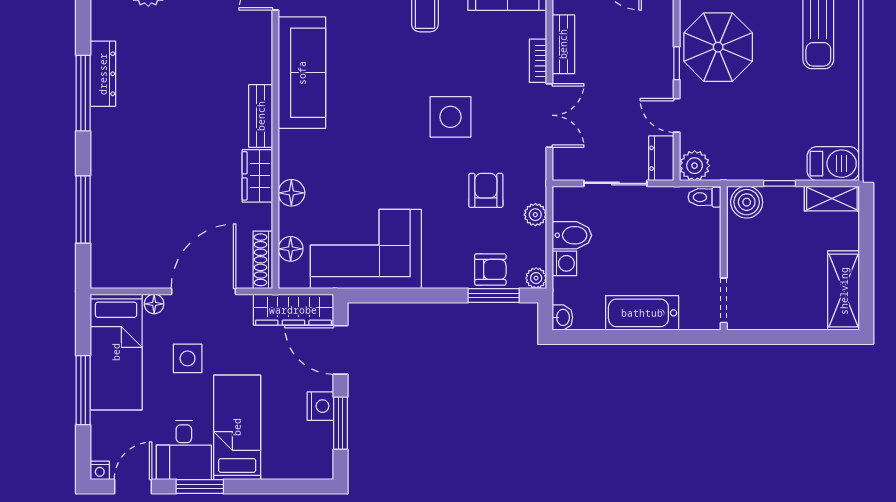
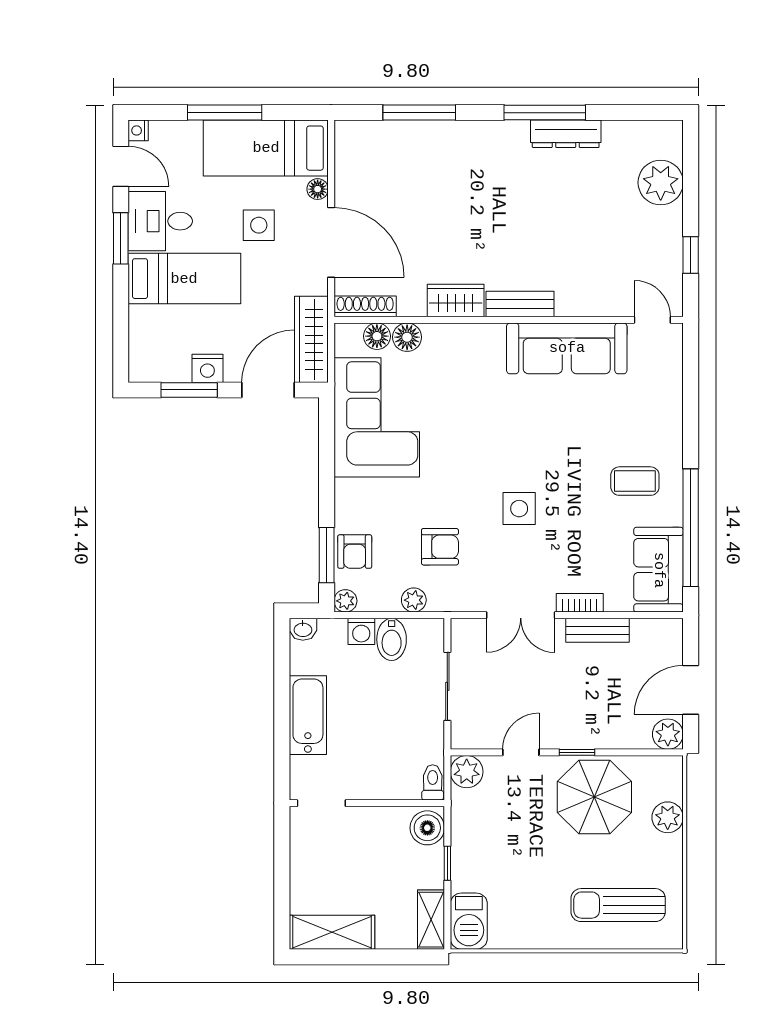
side table: (450, 117) -> (519, 509), width x0.73, depth x0.73
dresser: (661, 158) -> (475, 736), removed
floor lamp: (291, 193) -> (407, 337), moved

